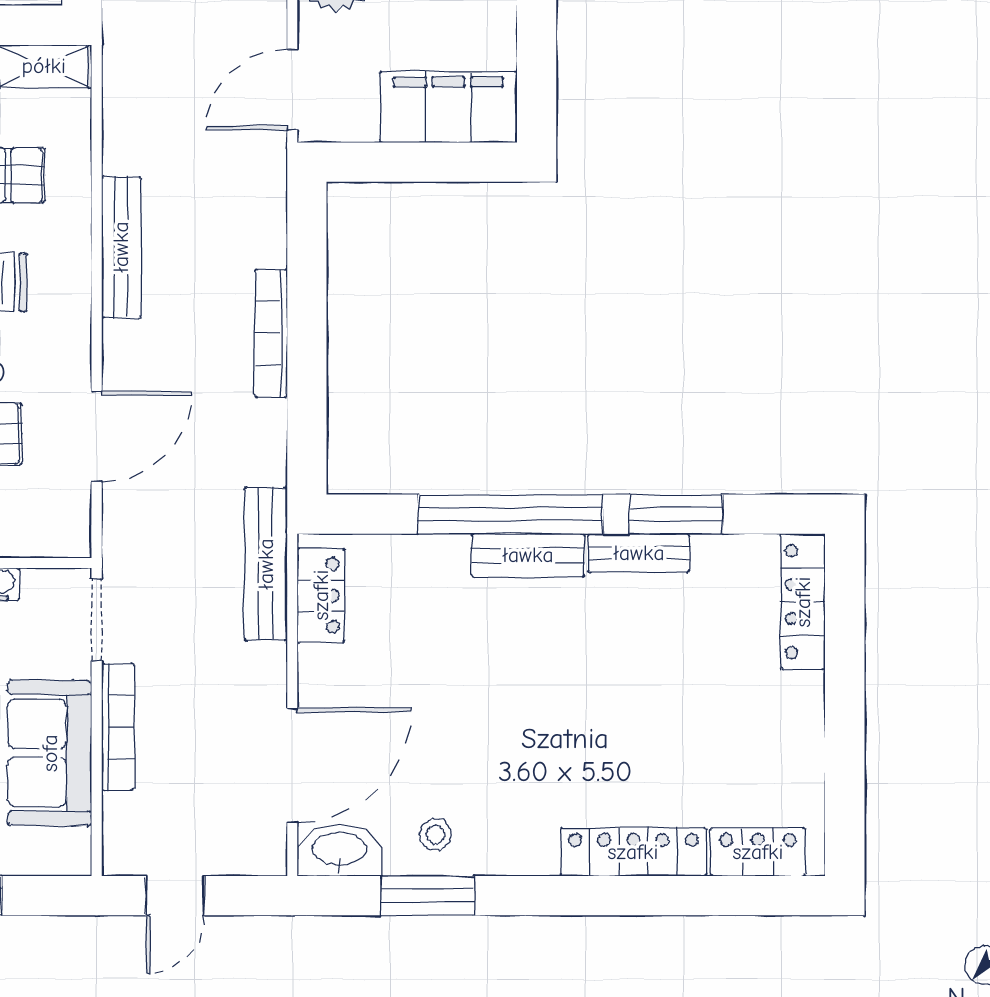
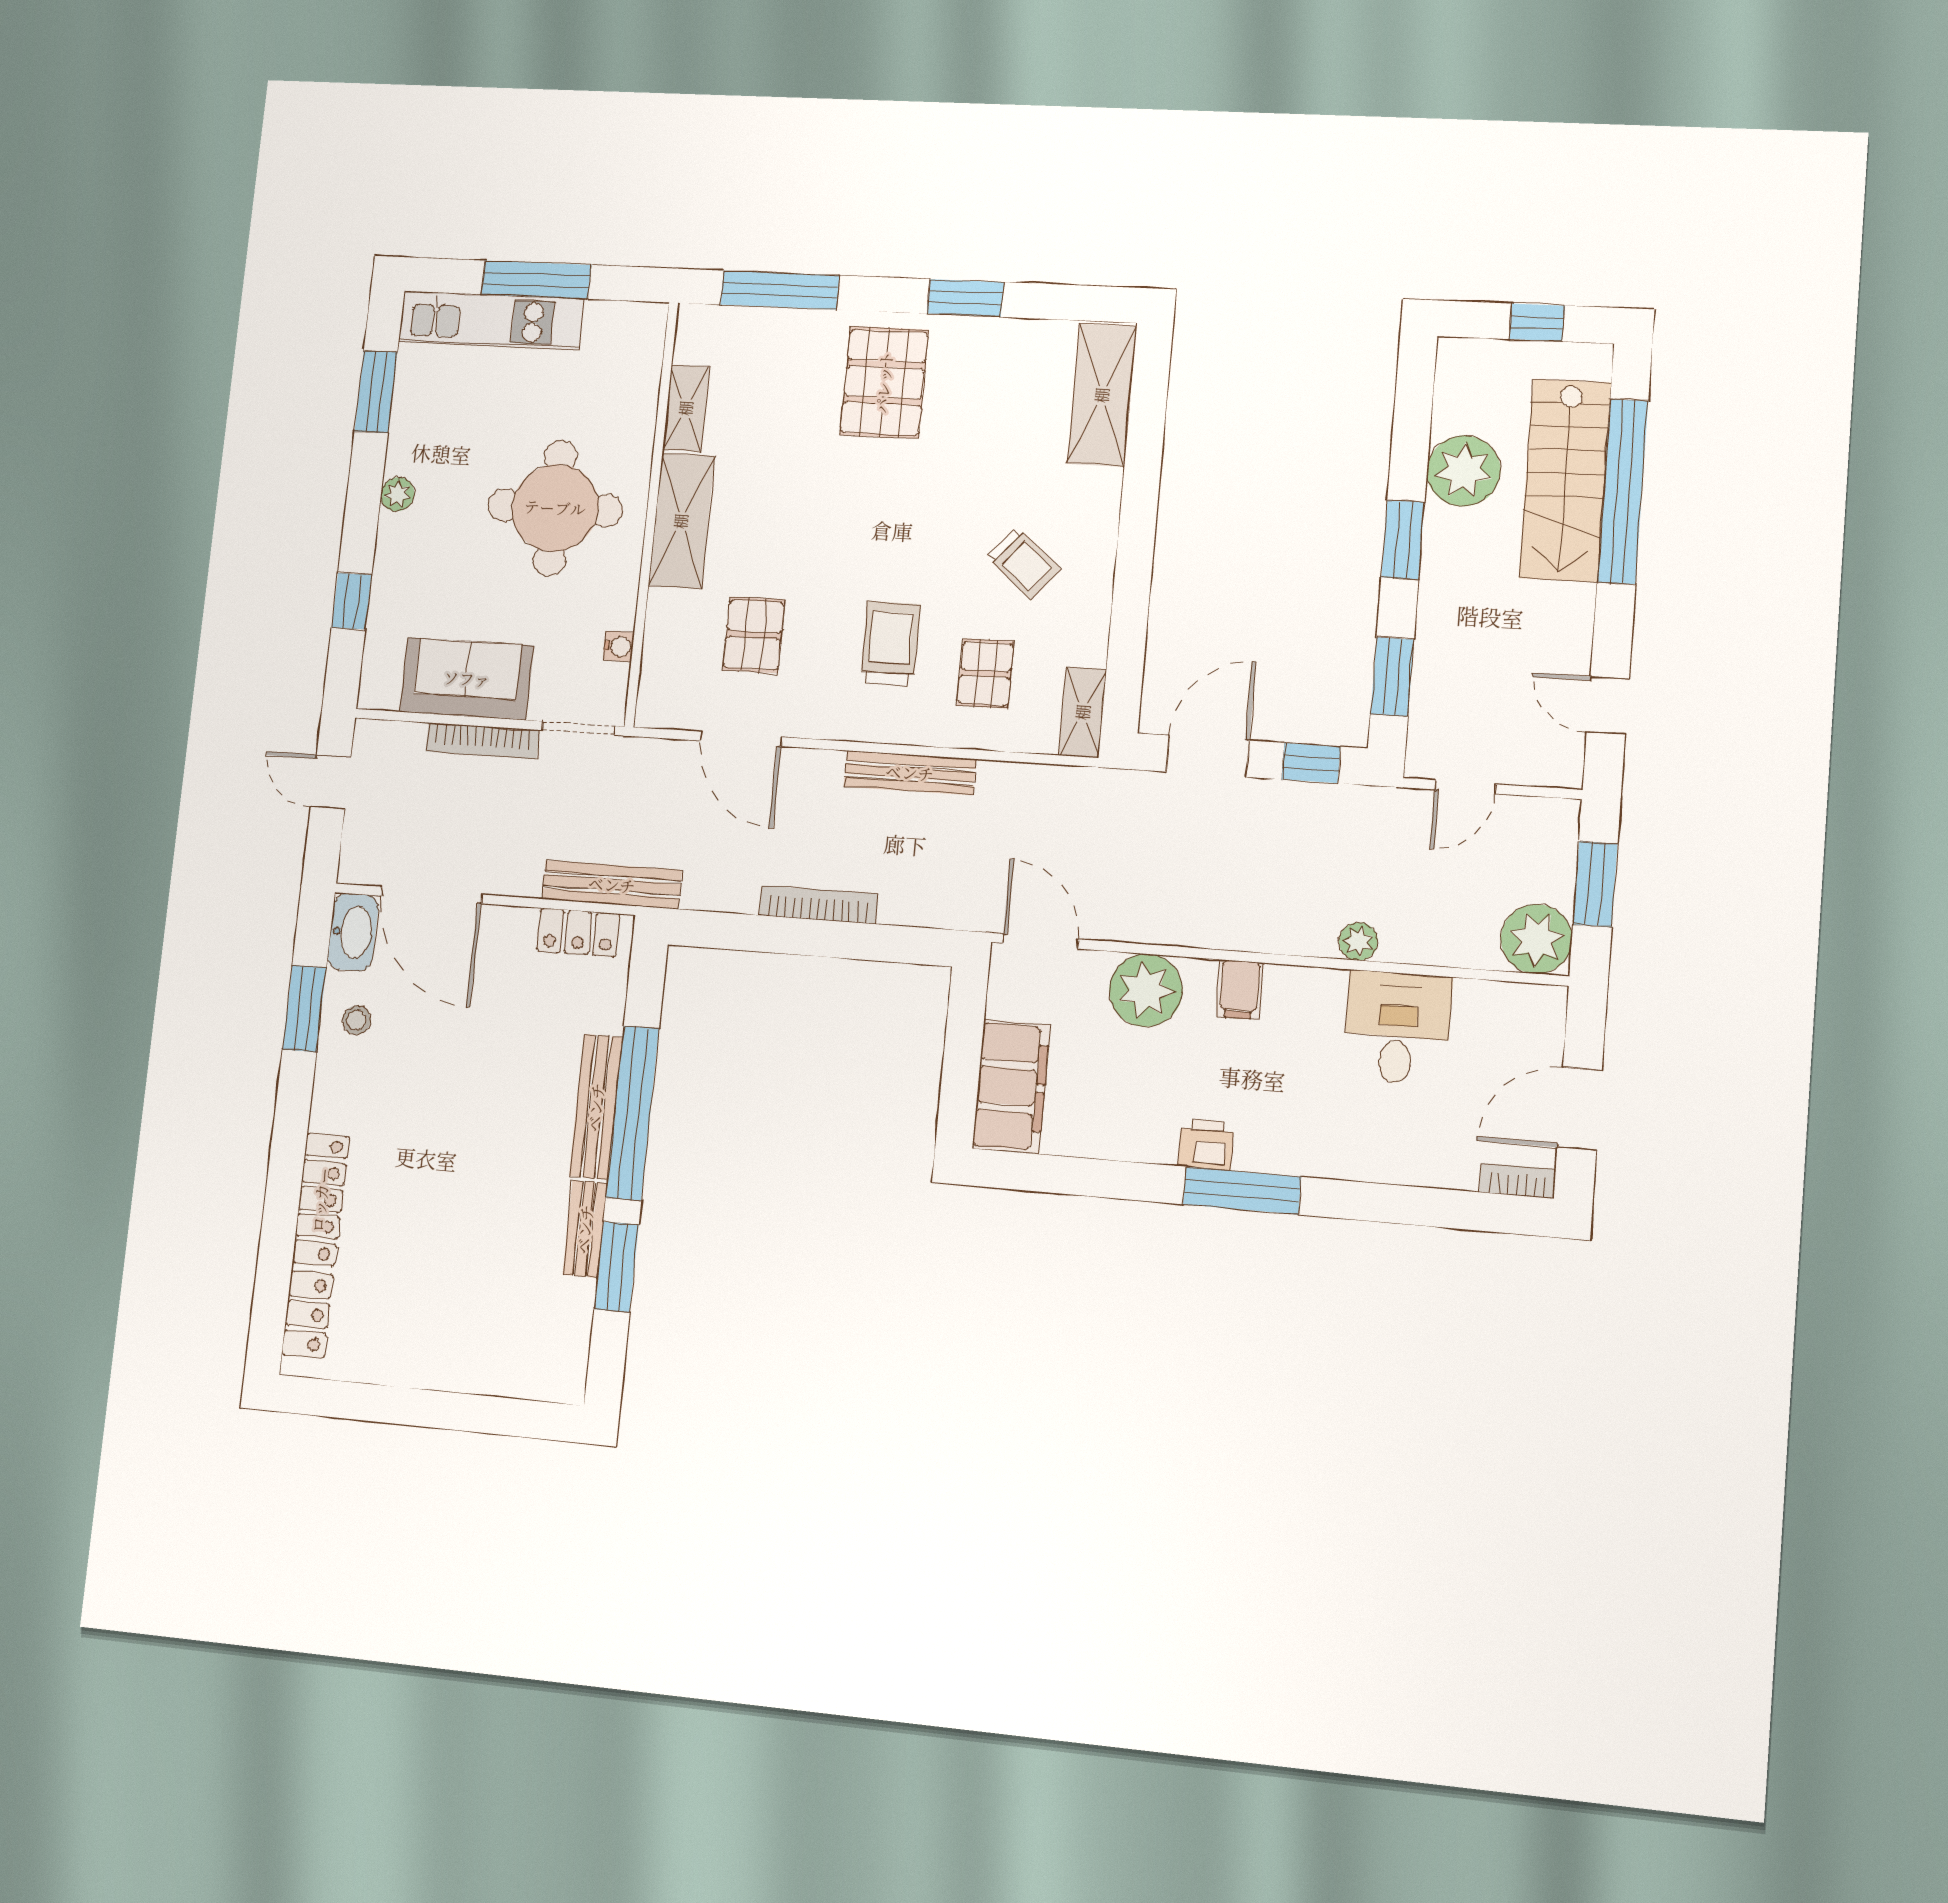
bench: (528, 555) -> (596, 1107), width x1.36
locker: (803, 602) -> (525, 1378), removed

